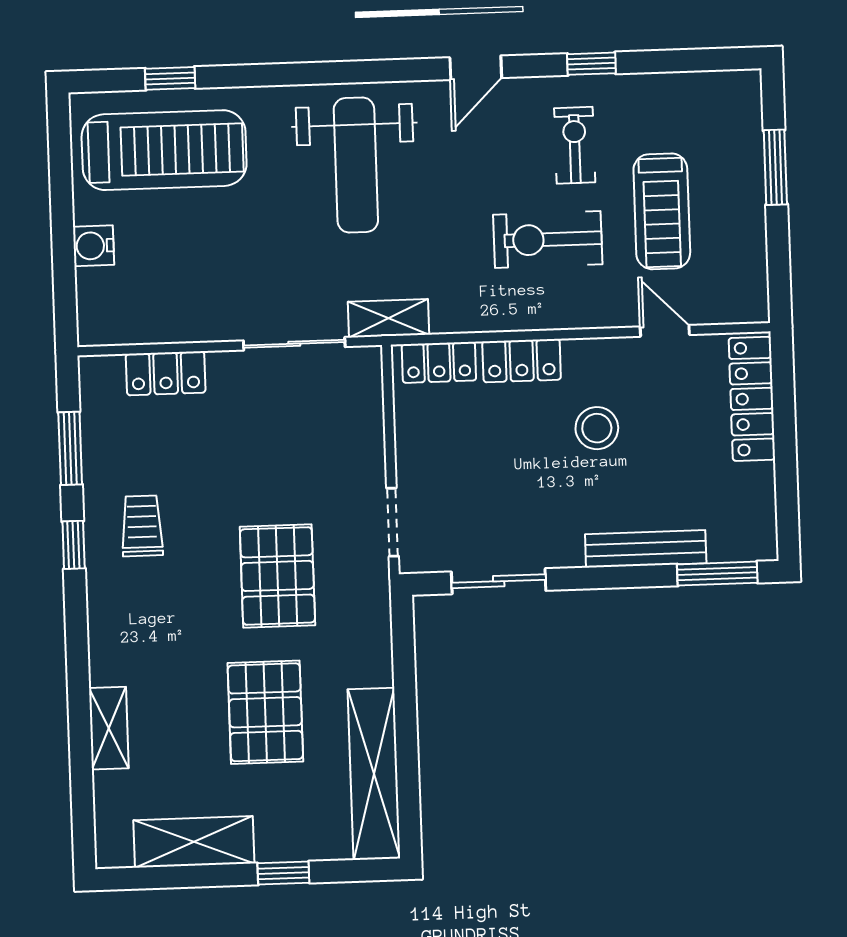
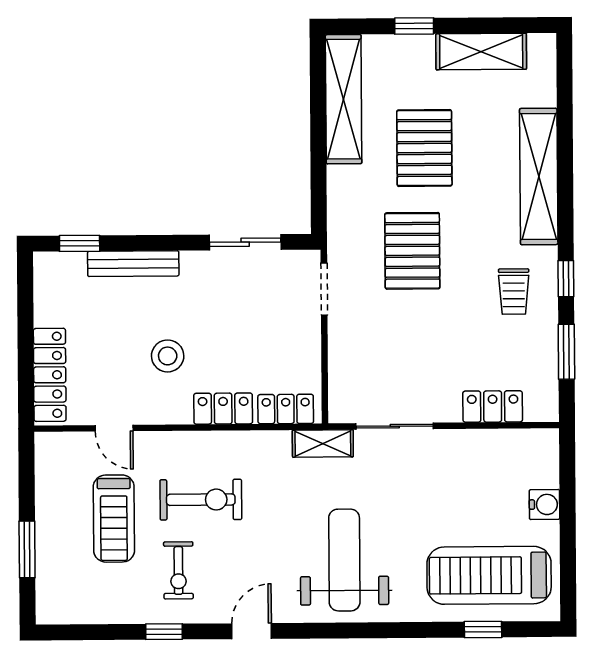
treadmill: (662, 211) -> (114, 519), turned 180
window: (717, 574) -> (80, 243), width x0.67
shelving: (109, 728) -> (539, 176), width x2.20, depth x1.33

